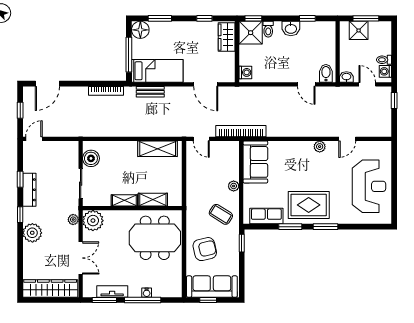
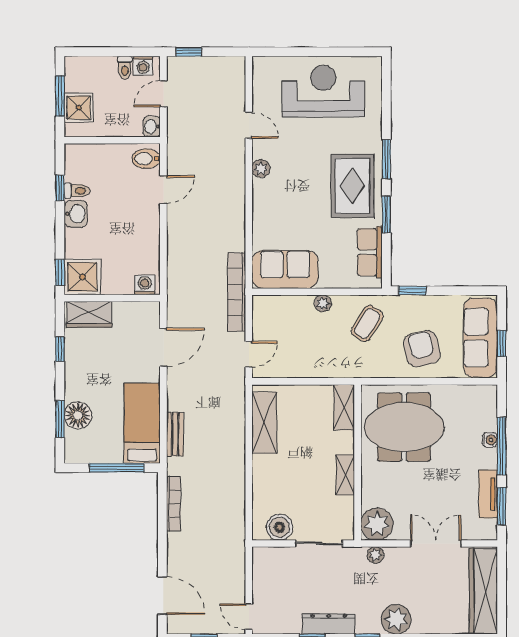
toilet: (268, 29) -> (77, 191), moved
floor lamp: (140, 30) -> (78, 415), moved
shelving: (153, 200) -> (344, 407), moved
meeting table: (155, 238) -> (404, 427), turned 90

